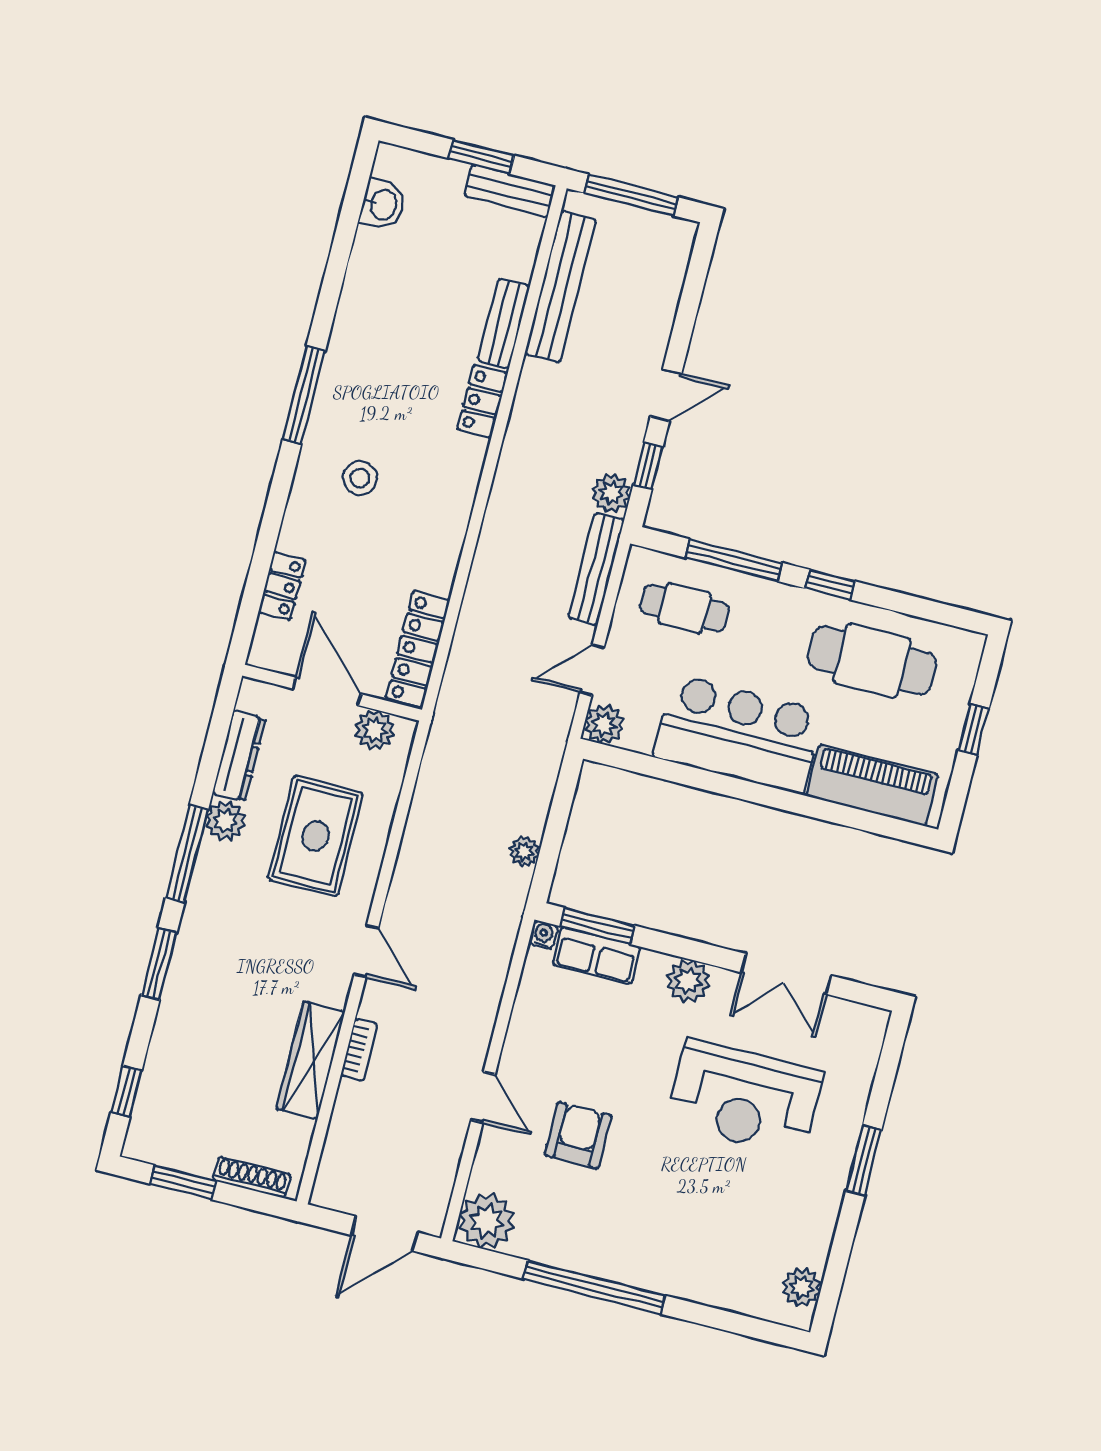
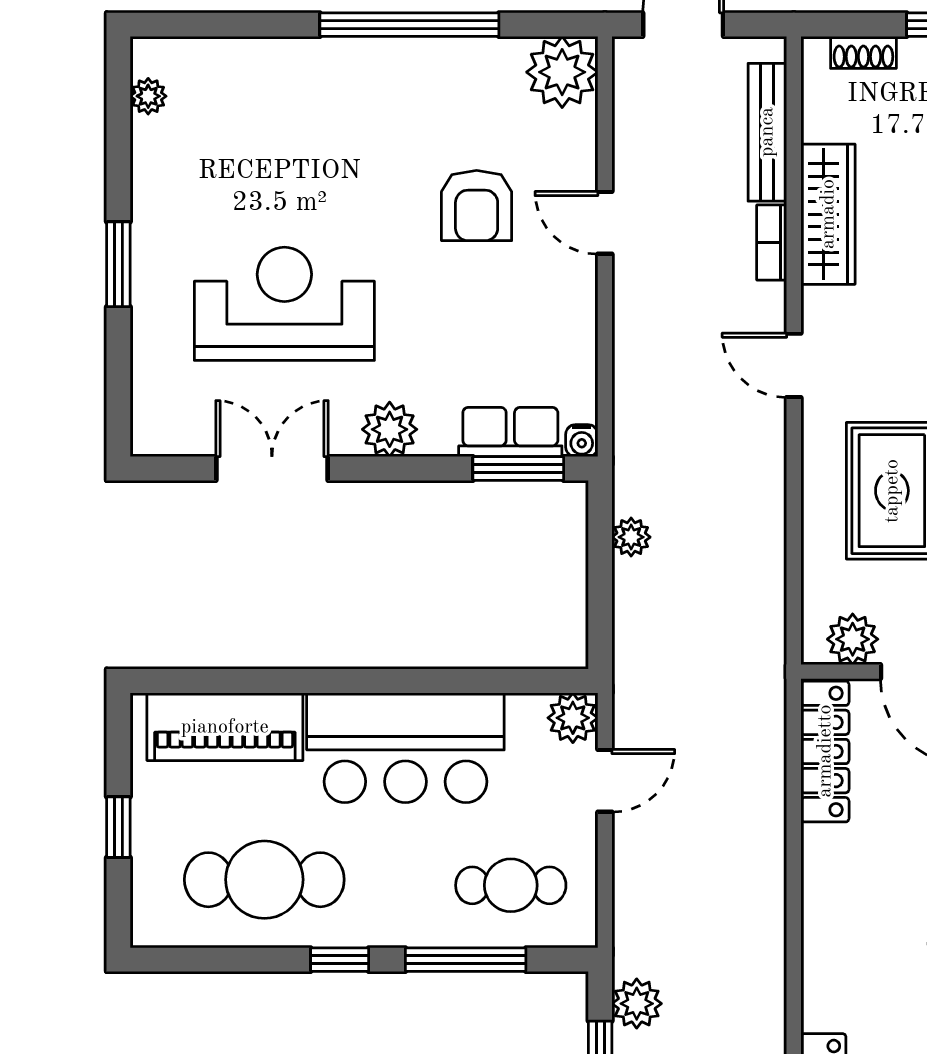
bench: (596, 569) -> (767, 132), moved
shoe rack: (252, 1177) -> (863, 52), width x0.70
plant: (802, 1287) -> (148, 96), width x0.73, depth x0.73

